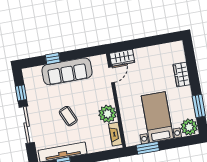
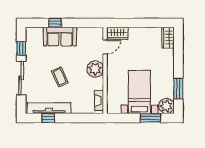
sofa: (67, 71) -> (60, 37), width x0.73
wardrobe: (182, 74) -> (168, 38), moved
plant: (107, 114) -> (95, 69), moved
window: (148, 148) -> (150, 118), moved

